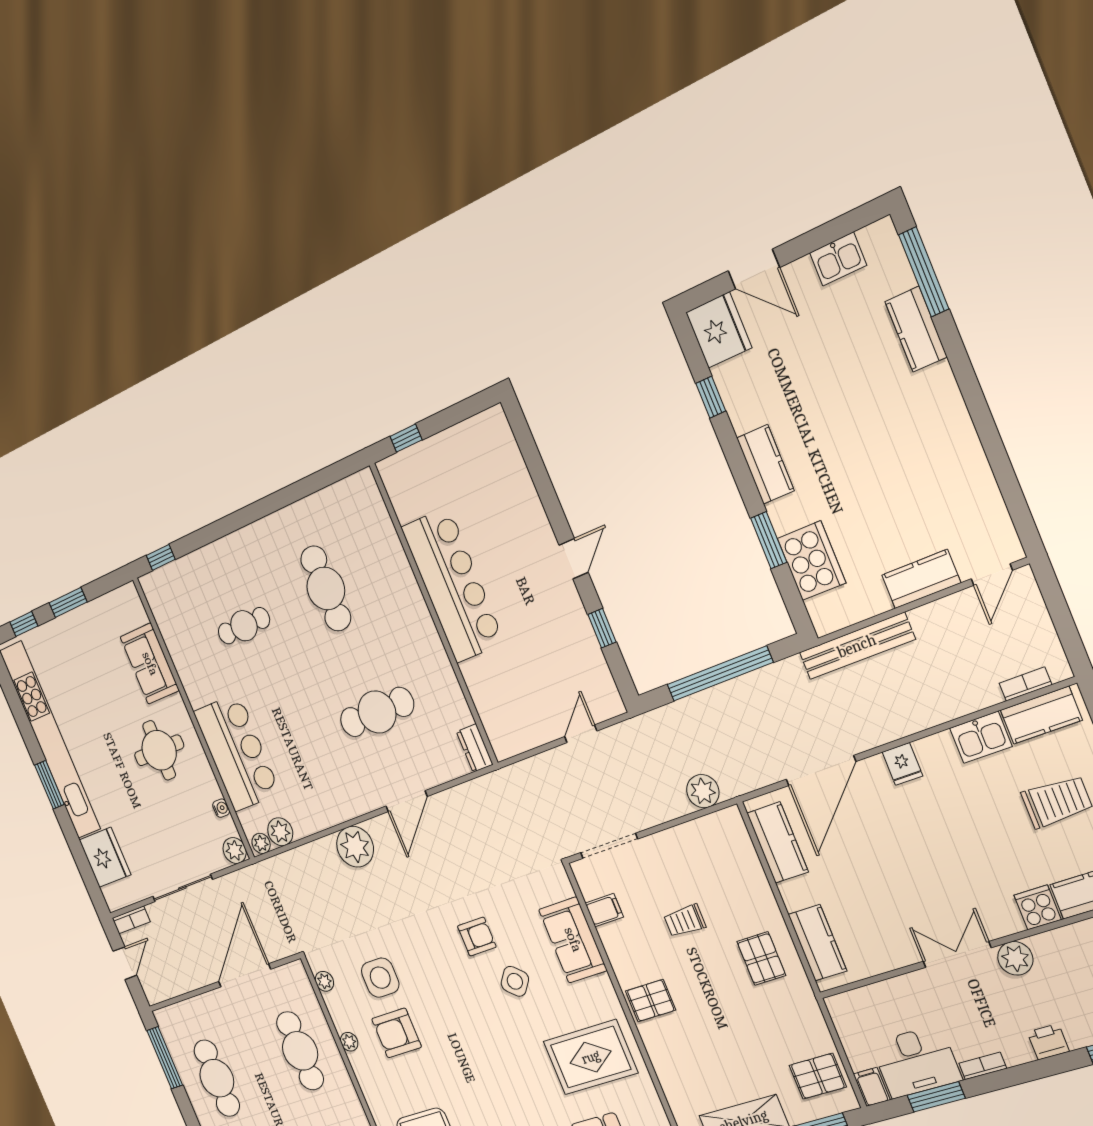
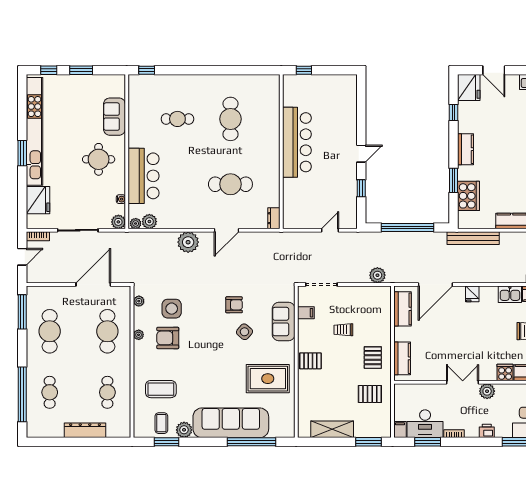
pallet: (818, 1076) -> (370, 394), moved

